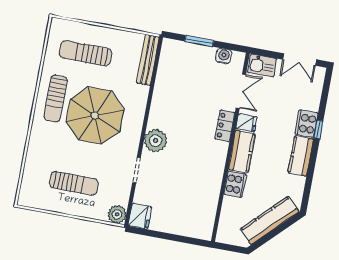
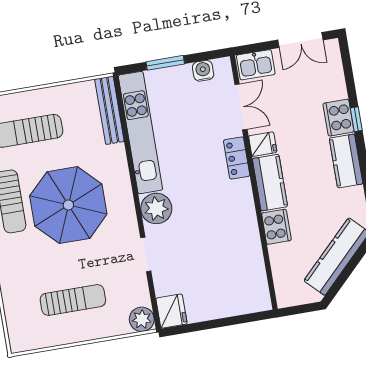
kitchen unit: (164, 83) -> (140, 133), added

